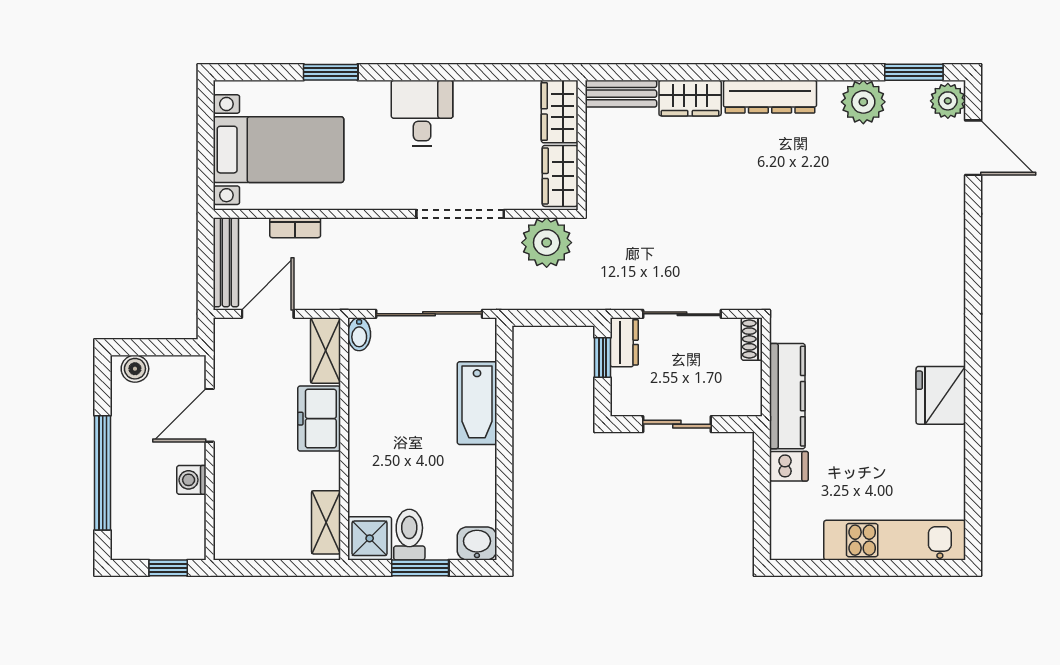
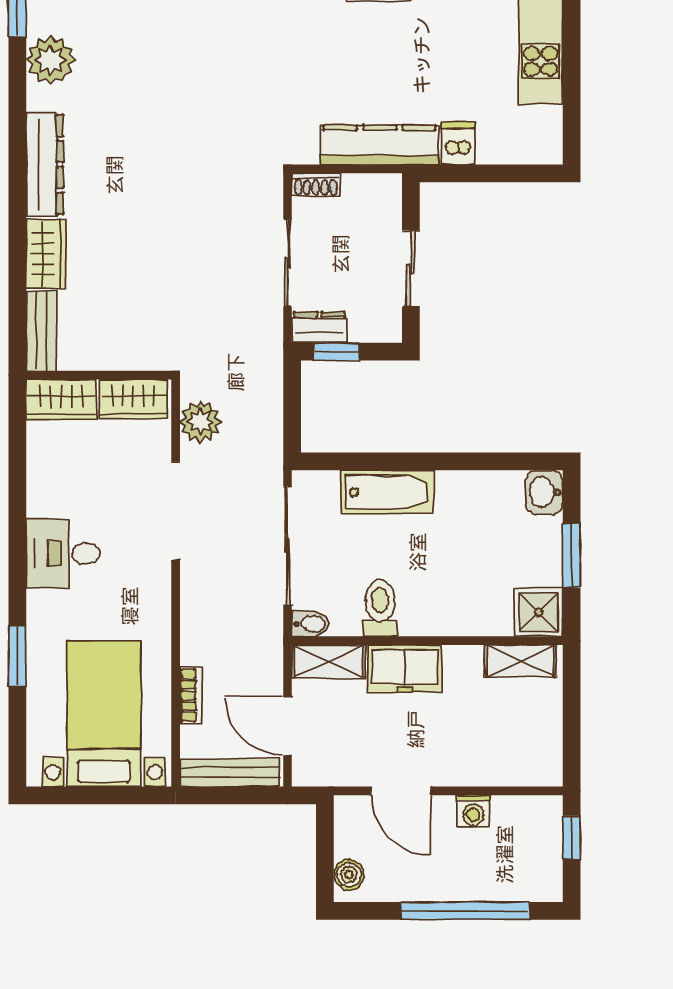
plant: (547, 243) -> (200, 422), width x0.73, depth x0.73
toilet: (409, 535) -> (380, 608), moved, turned 90

